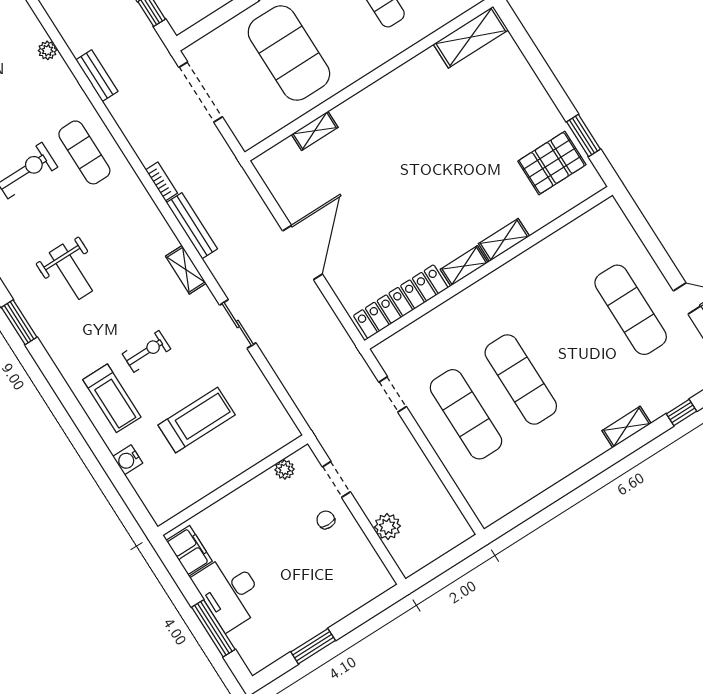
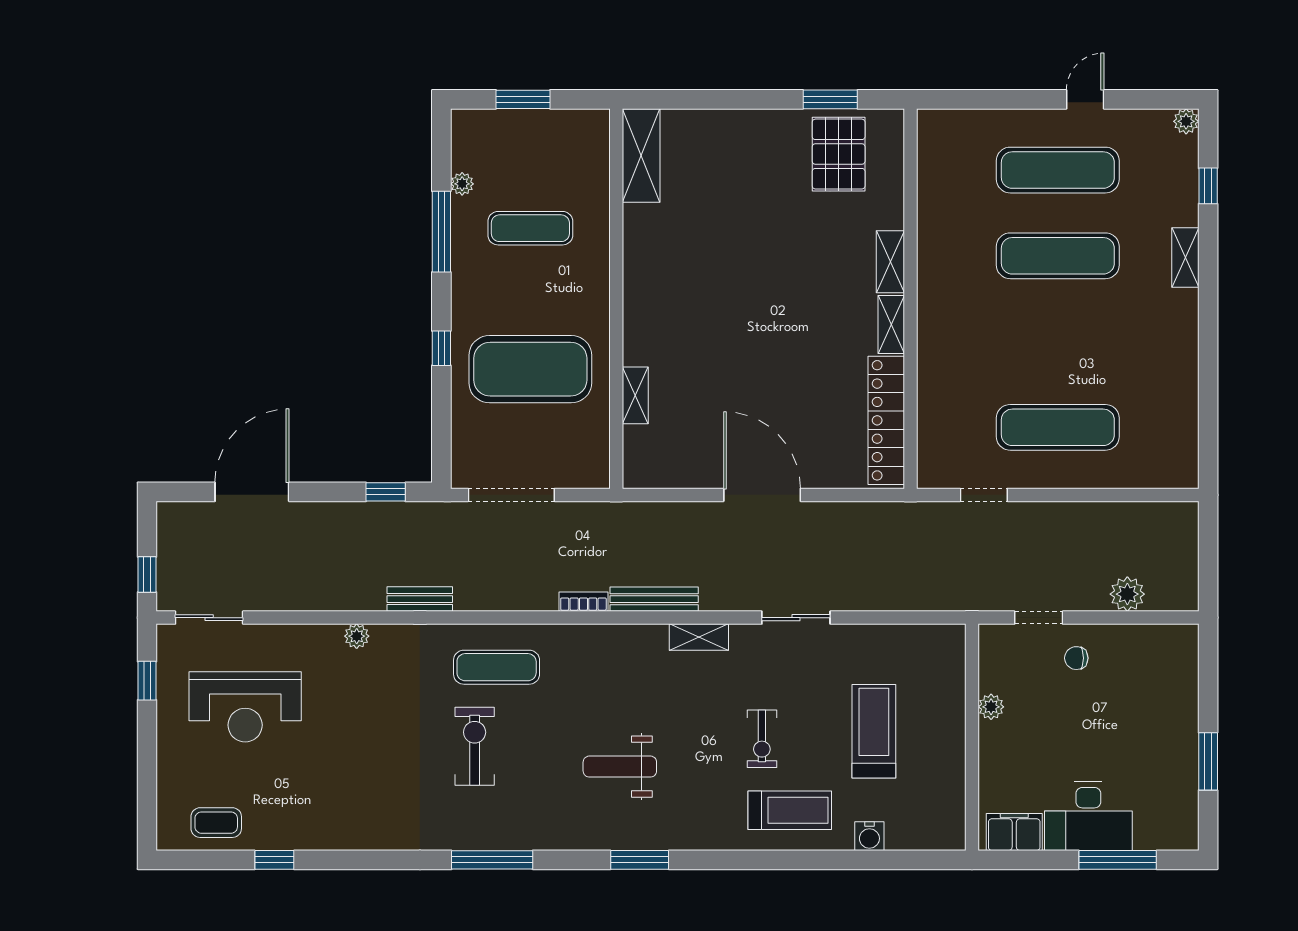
weight bench: (71, 272) -> (620, 767), turned 180
exercise bike: (146, 351) -> (762, 739), turned 180
exercise mat: (521, 379) -> (1058, 256), moved
plant: (285, 469) -> (991, 707), moved

